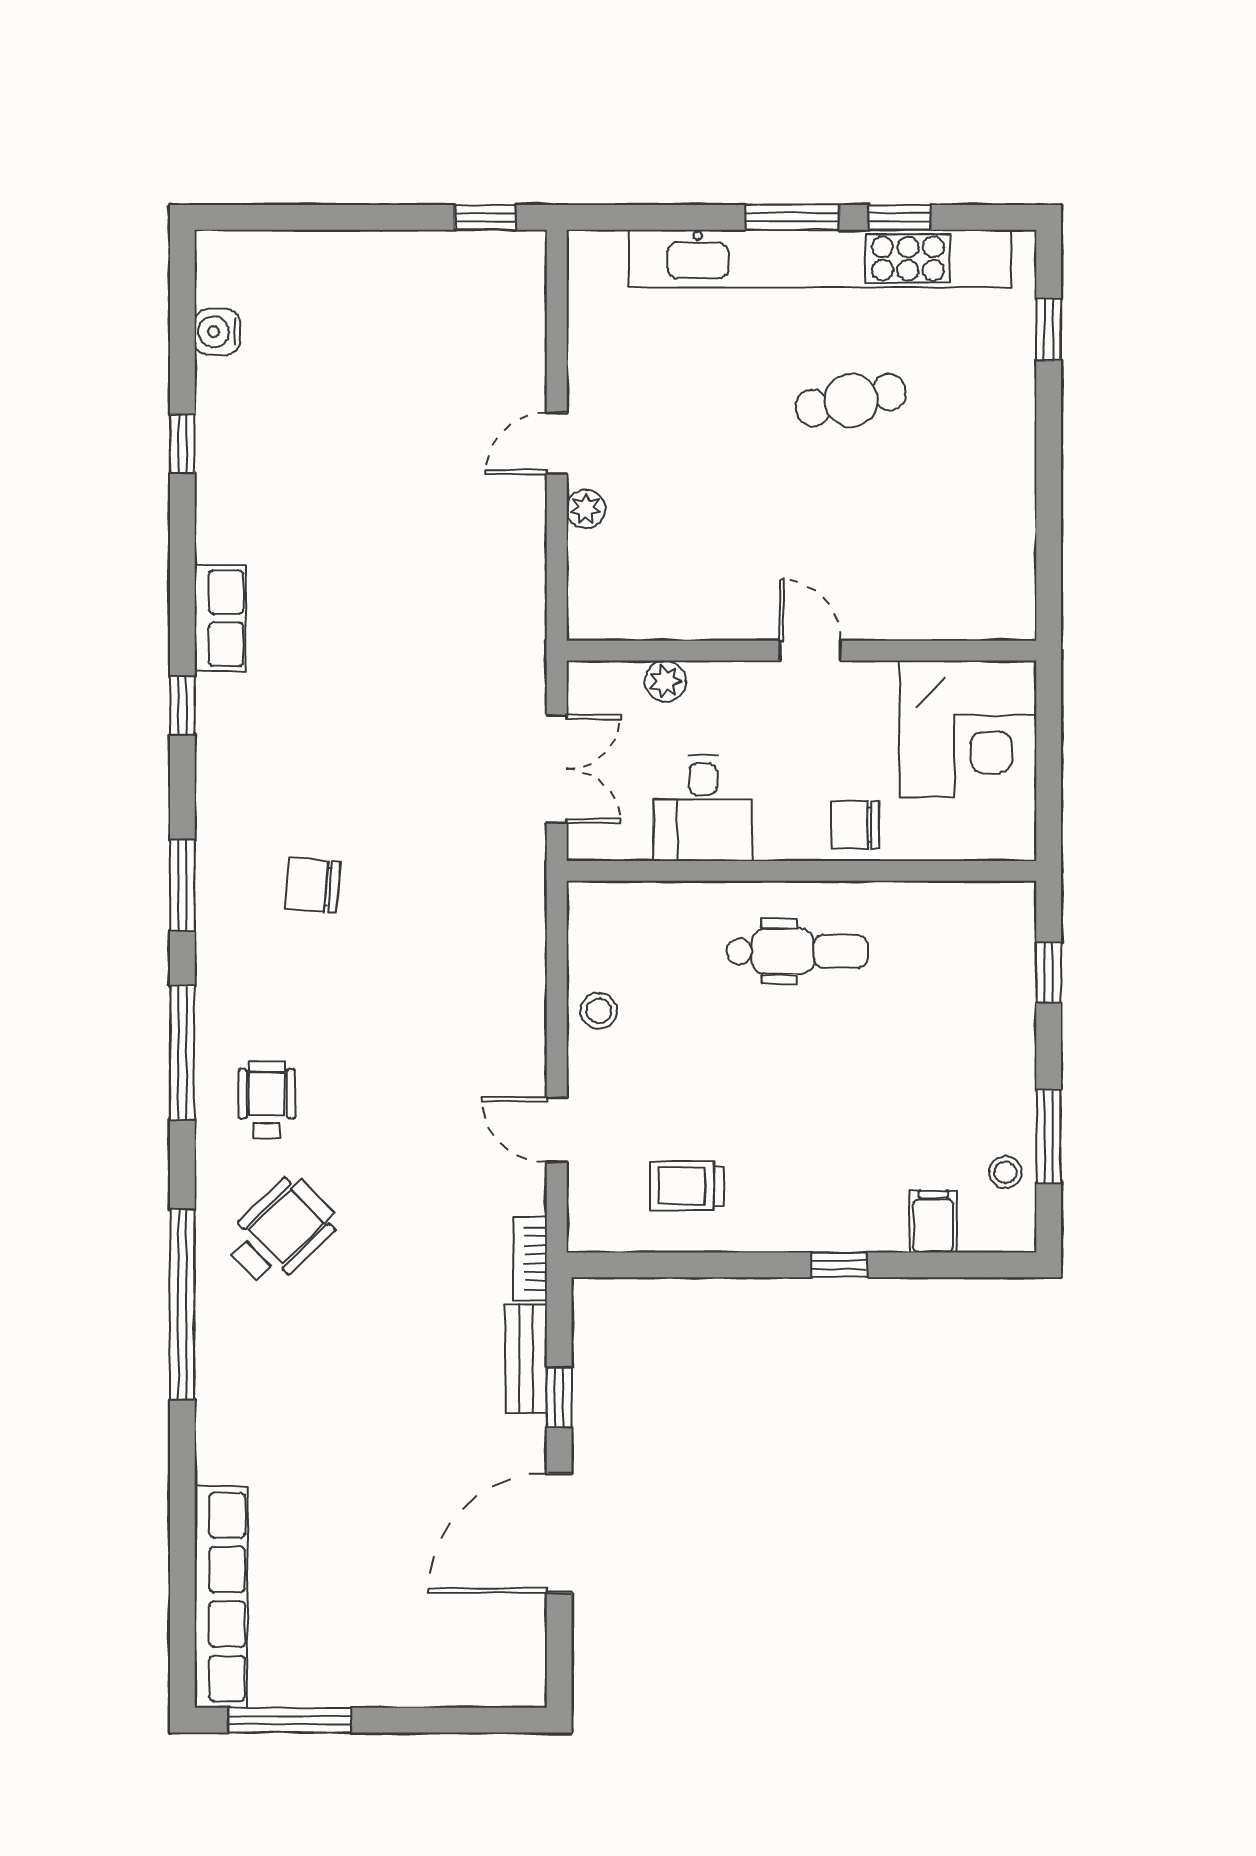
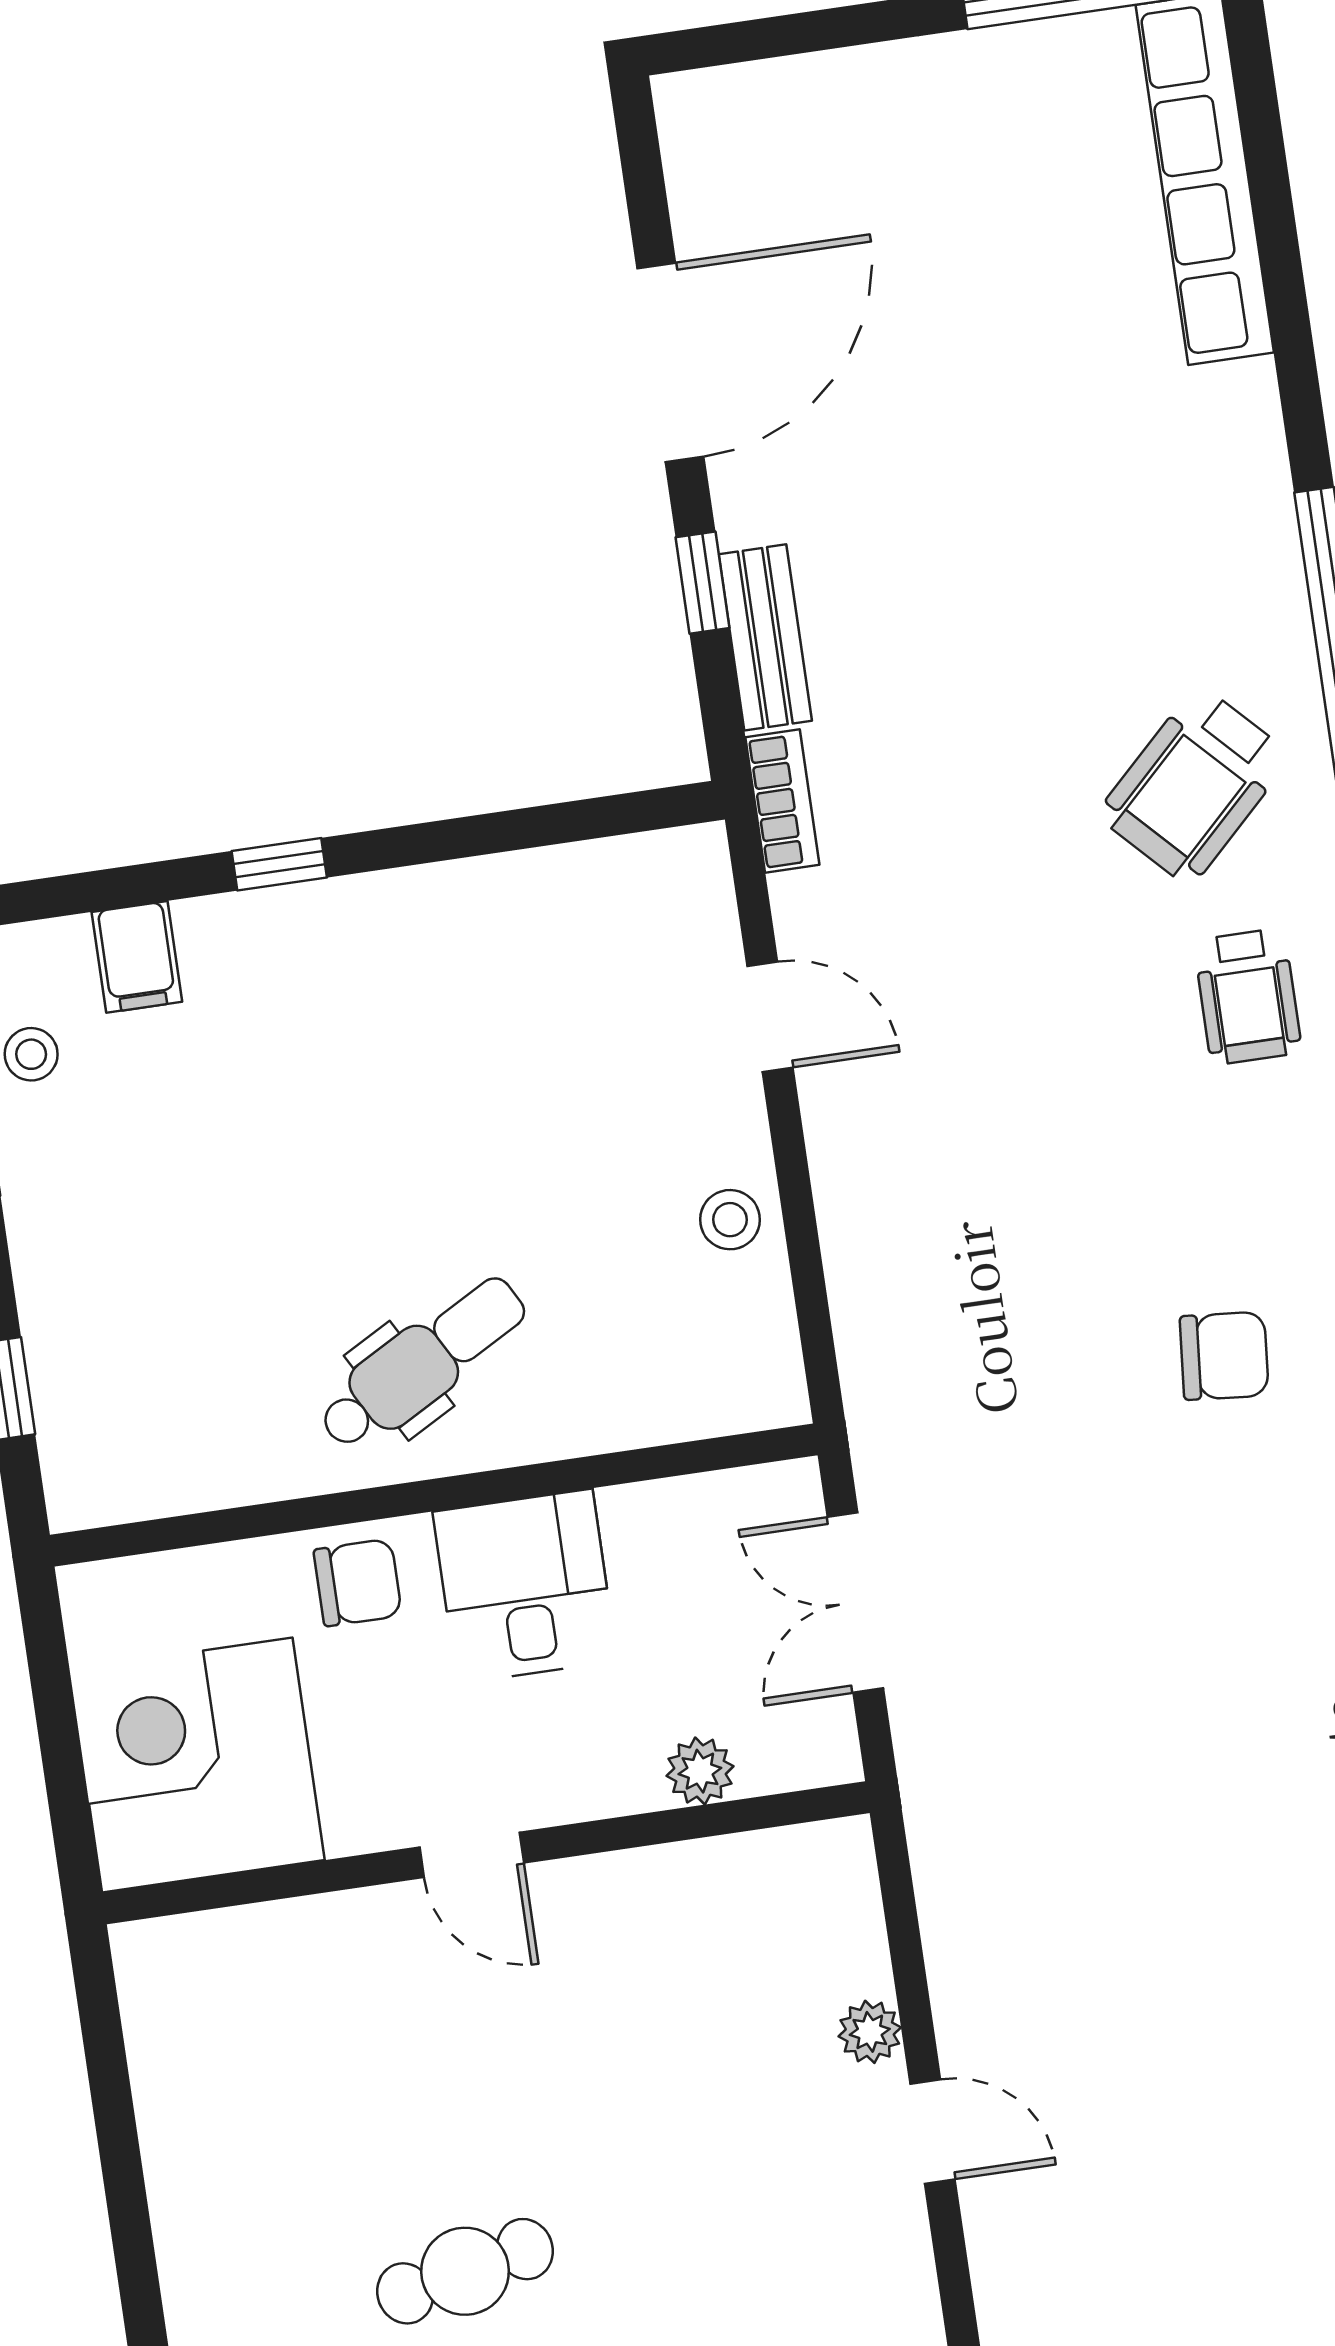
door: (557, 443) -> (933, 2132), hinge flipped
desk: (703, 808) -> (525, 1586), moved
dental chair: (797, 951) -> (422, 1363), turned 151
trolley: (687, 1186) -> (545, 957), removed

